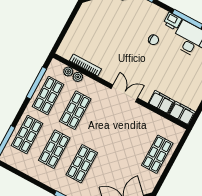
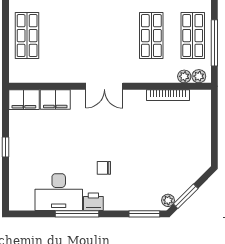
plant: (78, 77) -> (199, 76), moved

